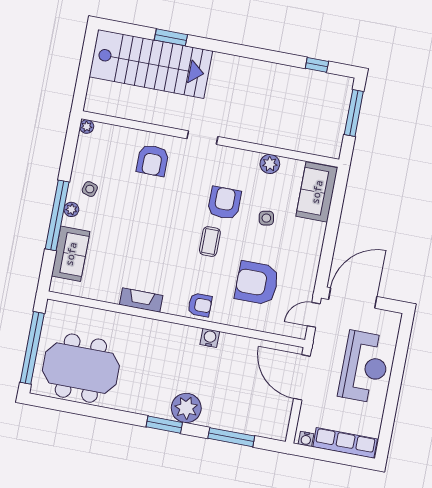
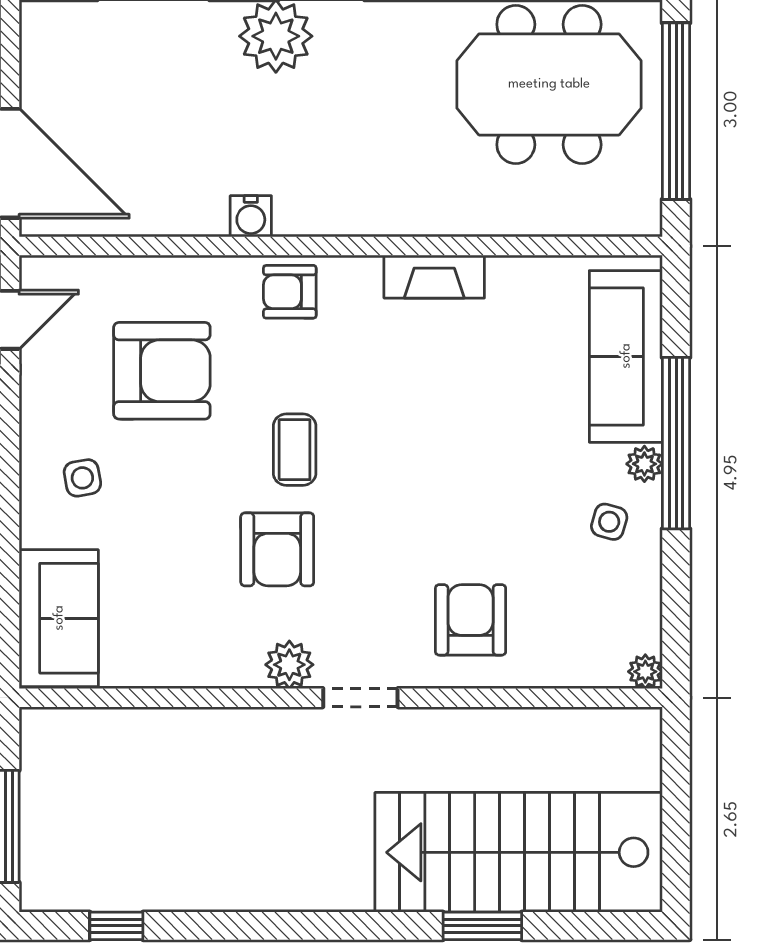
plant: (270, 164) -> (289, 665), moved
side table: (266, 218) -> (82, 478), moved
sofa: (71, 254) -> (626, 356), width x1.36

